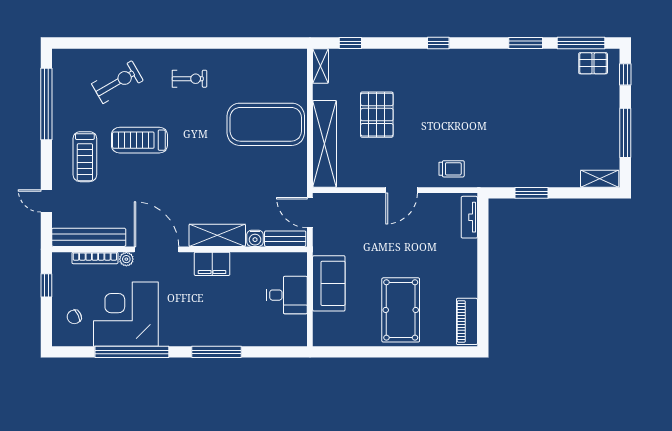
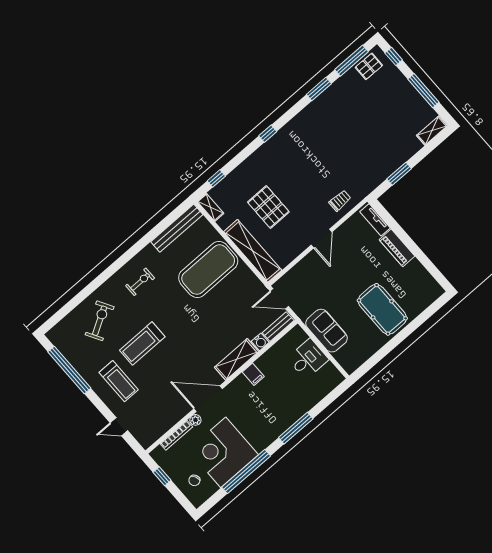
bench: (89, 237) -> (177, 228), moved
filing cabinet: (212, 264) -> (253, 374), width x0.50
piano: (467, 321) -> (397, 248), moved

